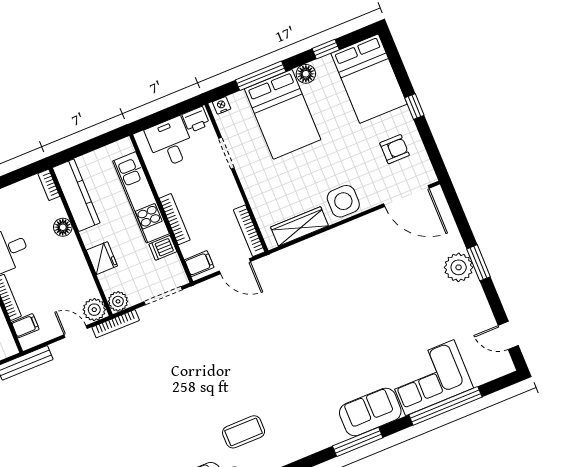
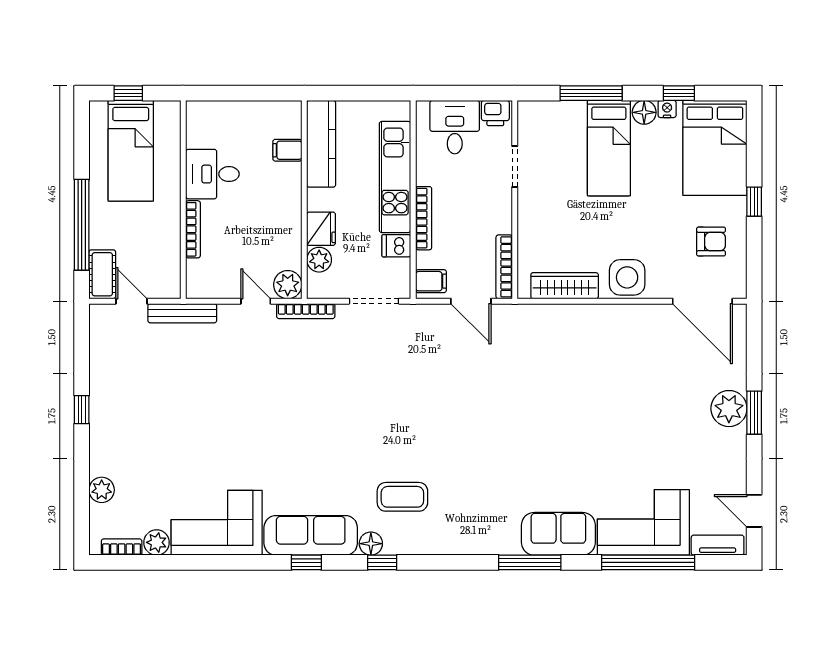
nightstand: (222, 105) -> (667, 109), moved
bed: (283, 114) -> (609, 148), width x0.67
bookcase: (49, 185) -> (294, 119), removed
floor lamp: (63, 227) -> (290, 174), removed
plant: (118, 301) -> (319, 260), moved
filing cabinet: (25, 326) -> (287, 150), moved, turned 180
tv unit: (492, 372) -> (718, 545), added

